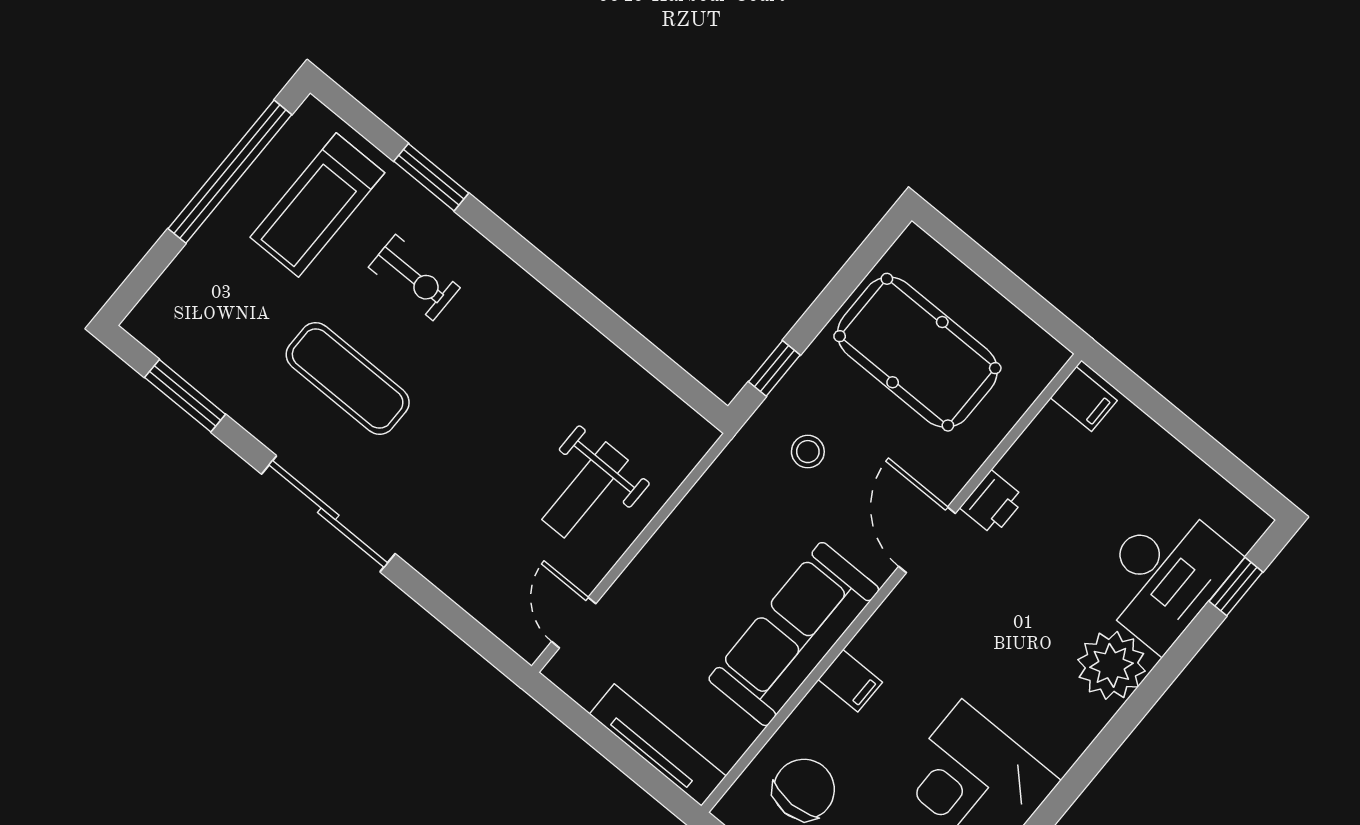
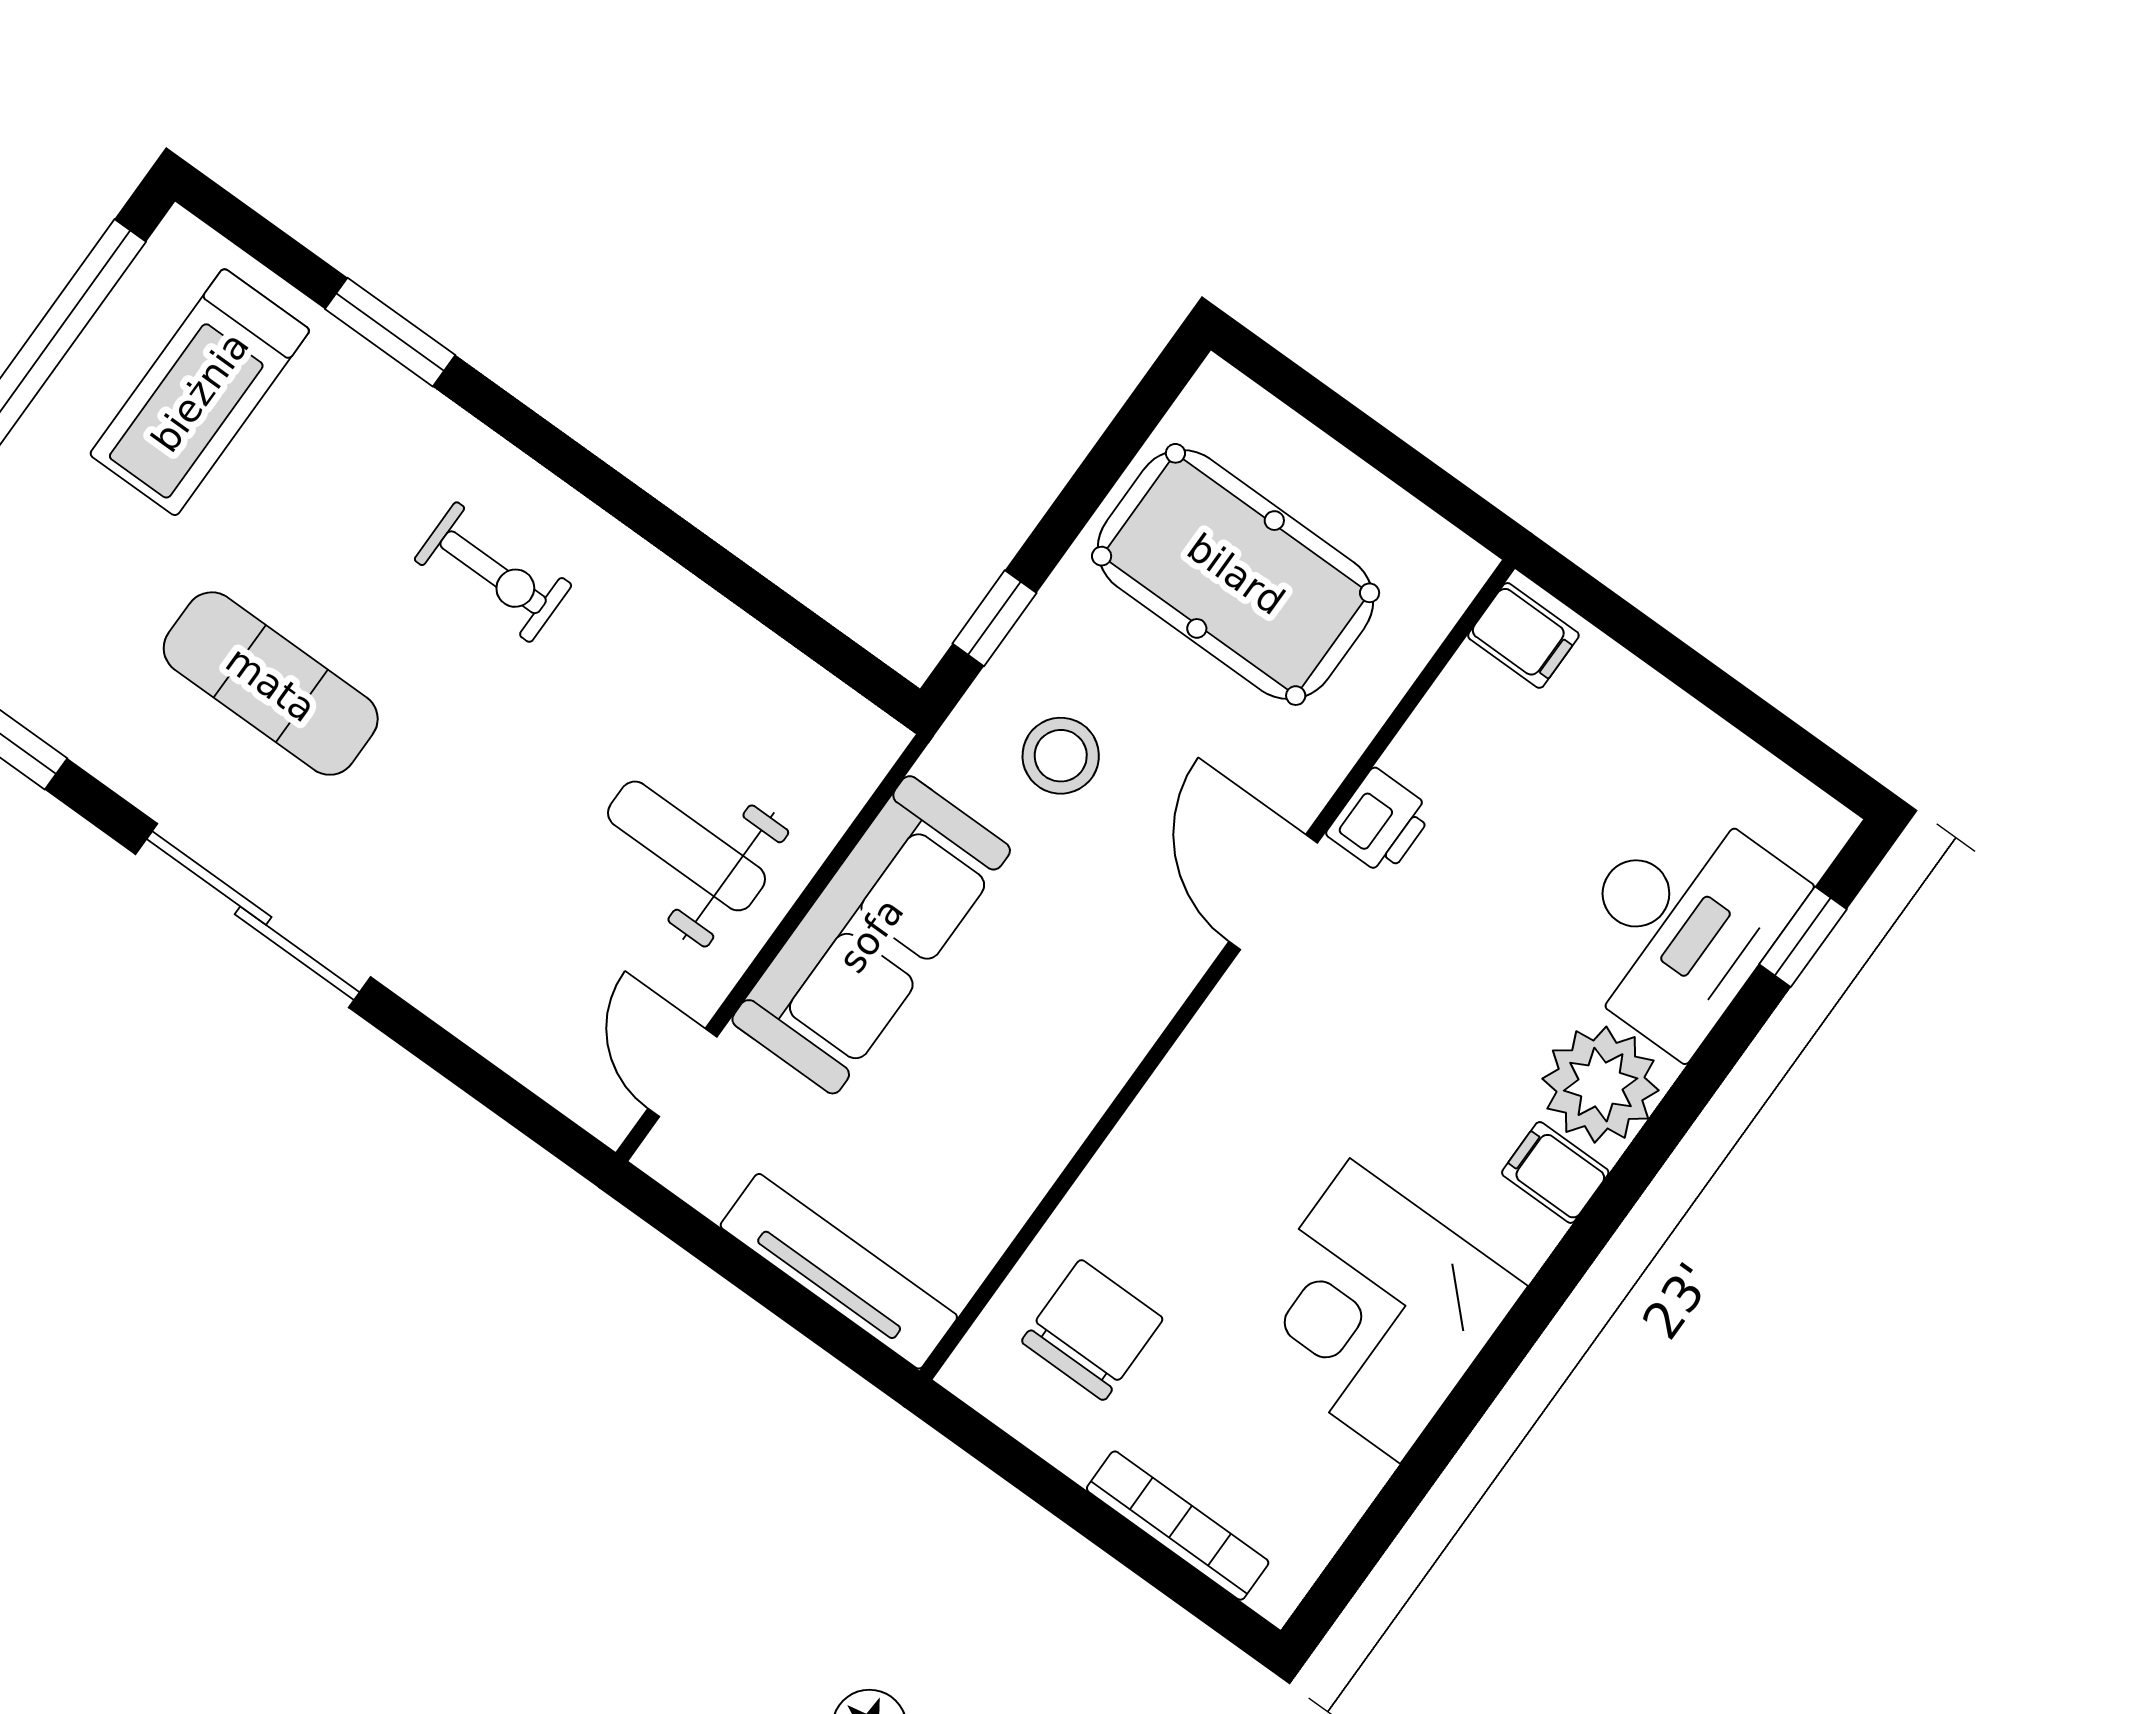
exercise bike: (414, 277) -> (493, 572), moved
stool: (808, 452) -> (1061, 756), width x1.37, depth x1.37
weight bench: (585, 490) -> (687, 846), turned 90
sofa: (794, 634) -> (871, 935), moved, turned 180
filing cabinet: (850, 681) -> (1555, 1173), moved, turned 180

